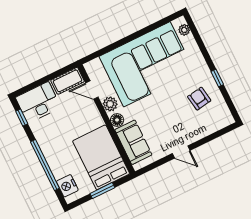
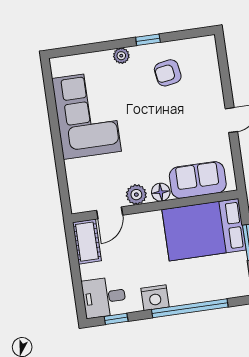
plant: (184, 30) -> (121, 56), moved
corner sofa: (147, 64) -> (87, 115), width x0.73, depth x0.74
desk: (38, 102) -> (104, 297), width x0.73
nightstand: (67, 186) -> (155, 298), moved

